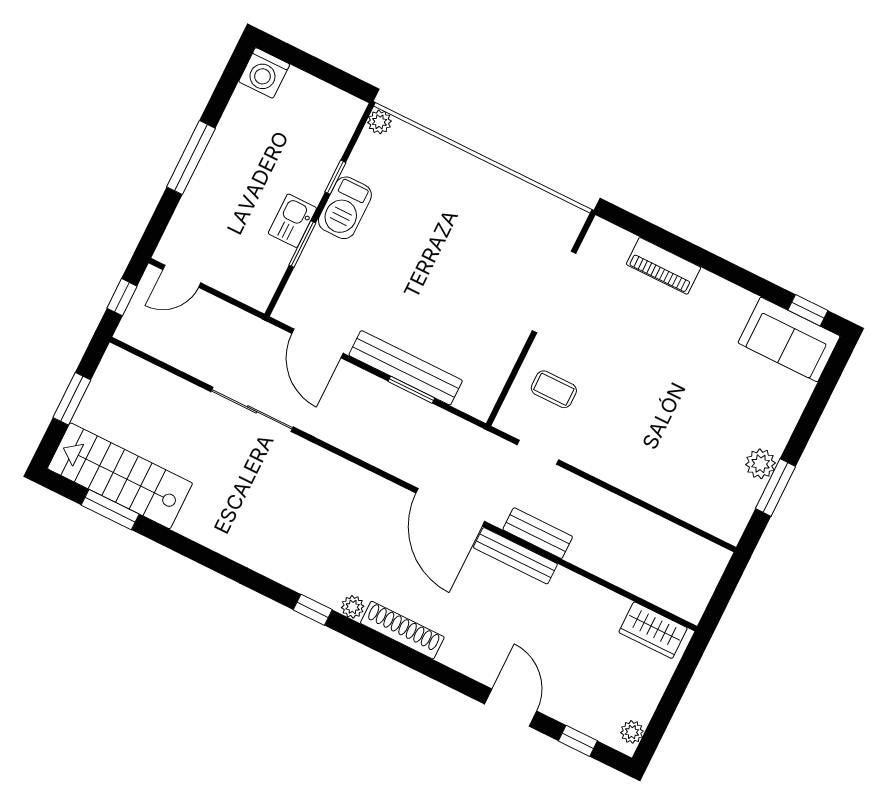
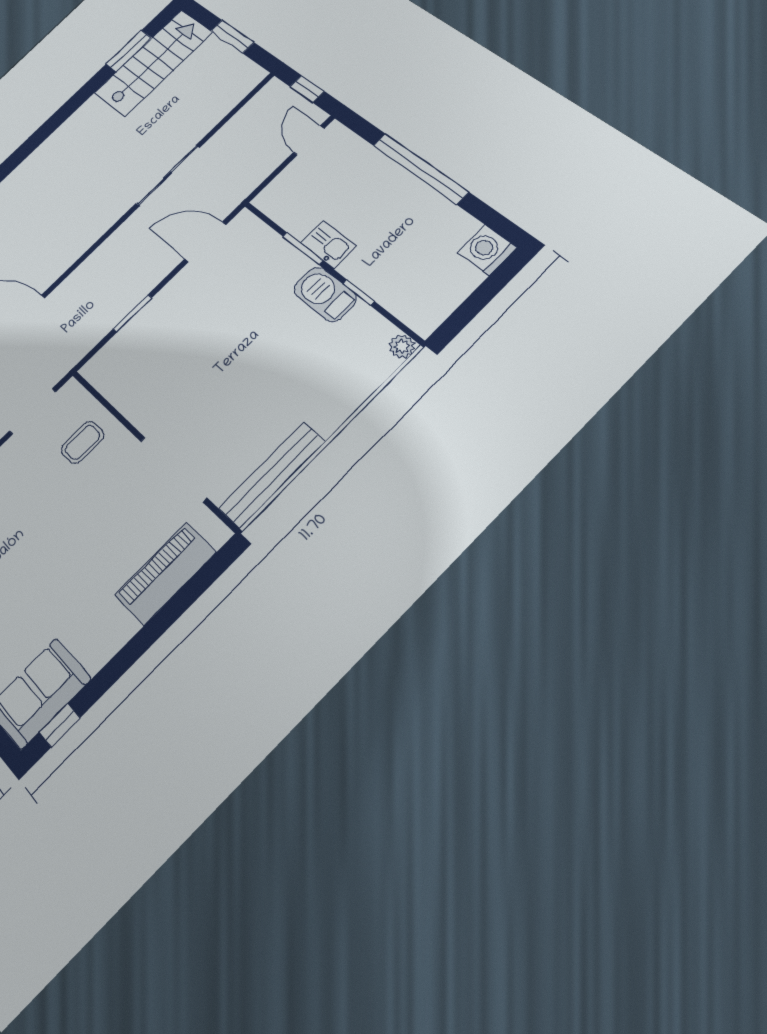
window: (191, 158) -> (420, 168), width x1.46
piano: (663, 266) -> (165, 574), width x1.37, depth x1.33
bench: (406, 368) -> (272, 475), moved
doorway: (538, 452) -> (32, 411), width x1.38

